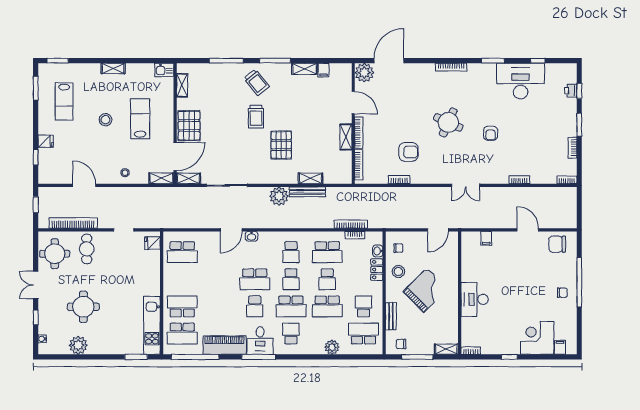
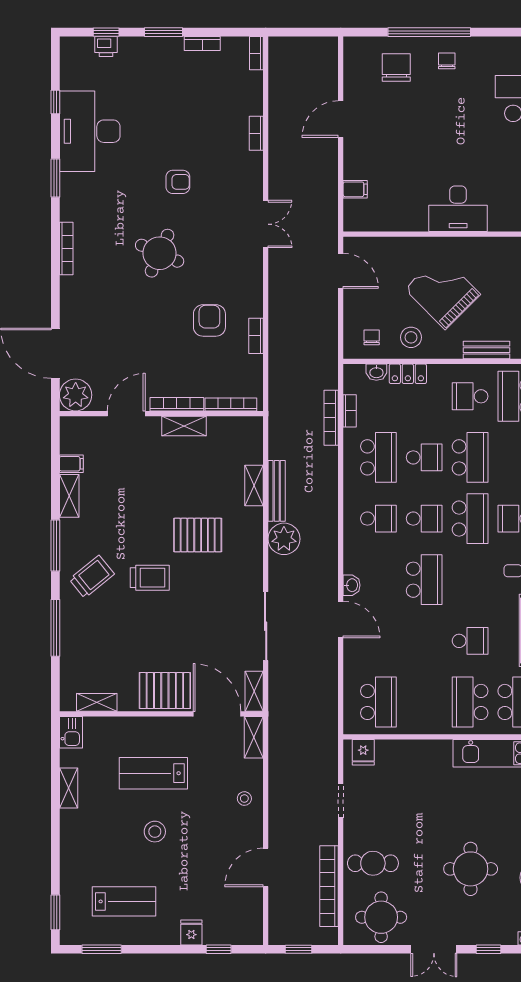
shelving: (113, 68) -> (69, 788), moved
chair: (557, 244) -> (396, 68), moved, turned 180
school desk: (255, 306) -> (470, 641), moved

